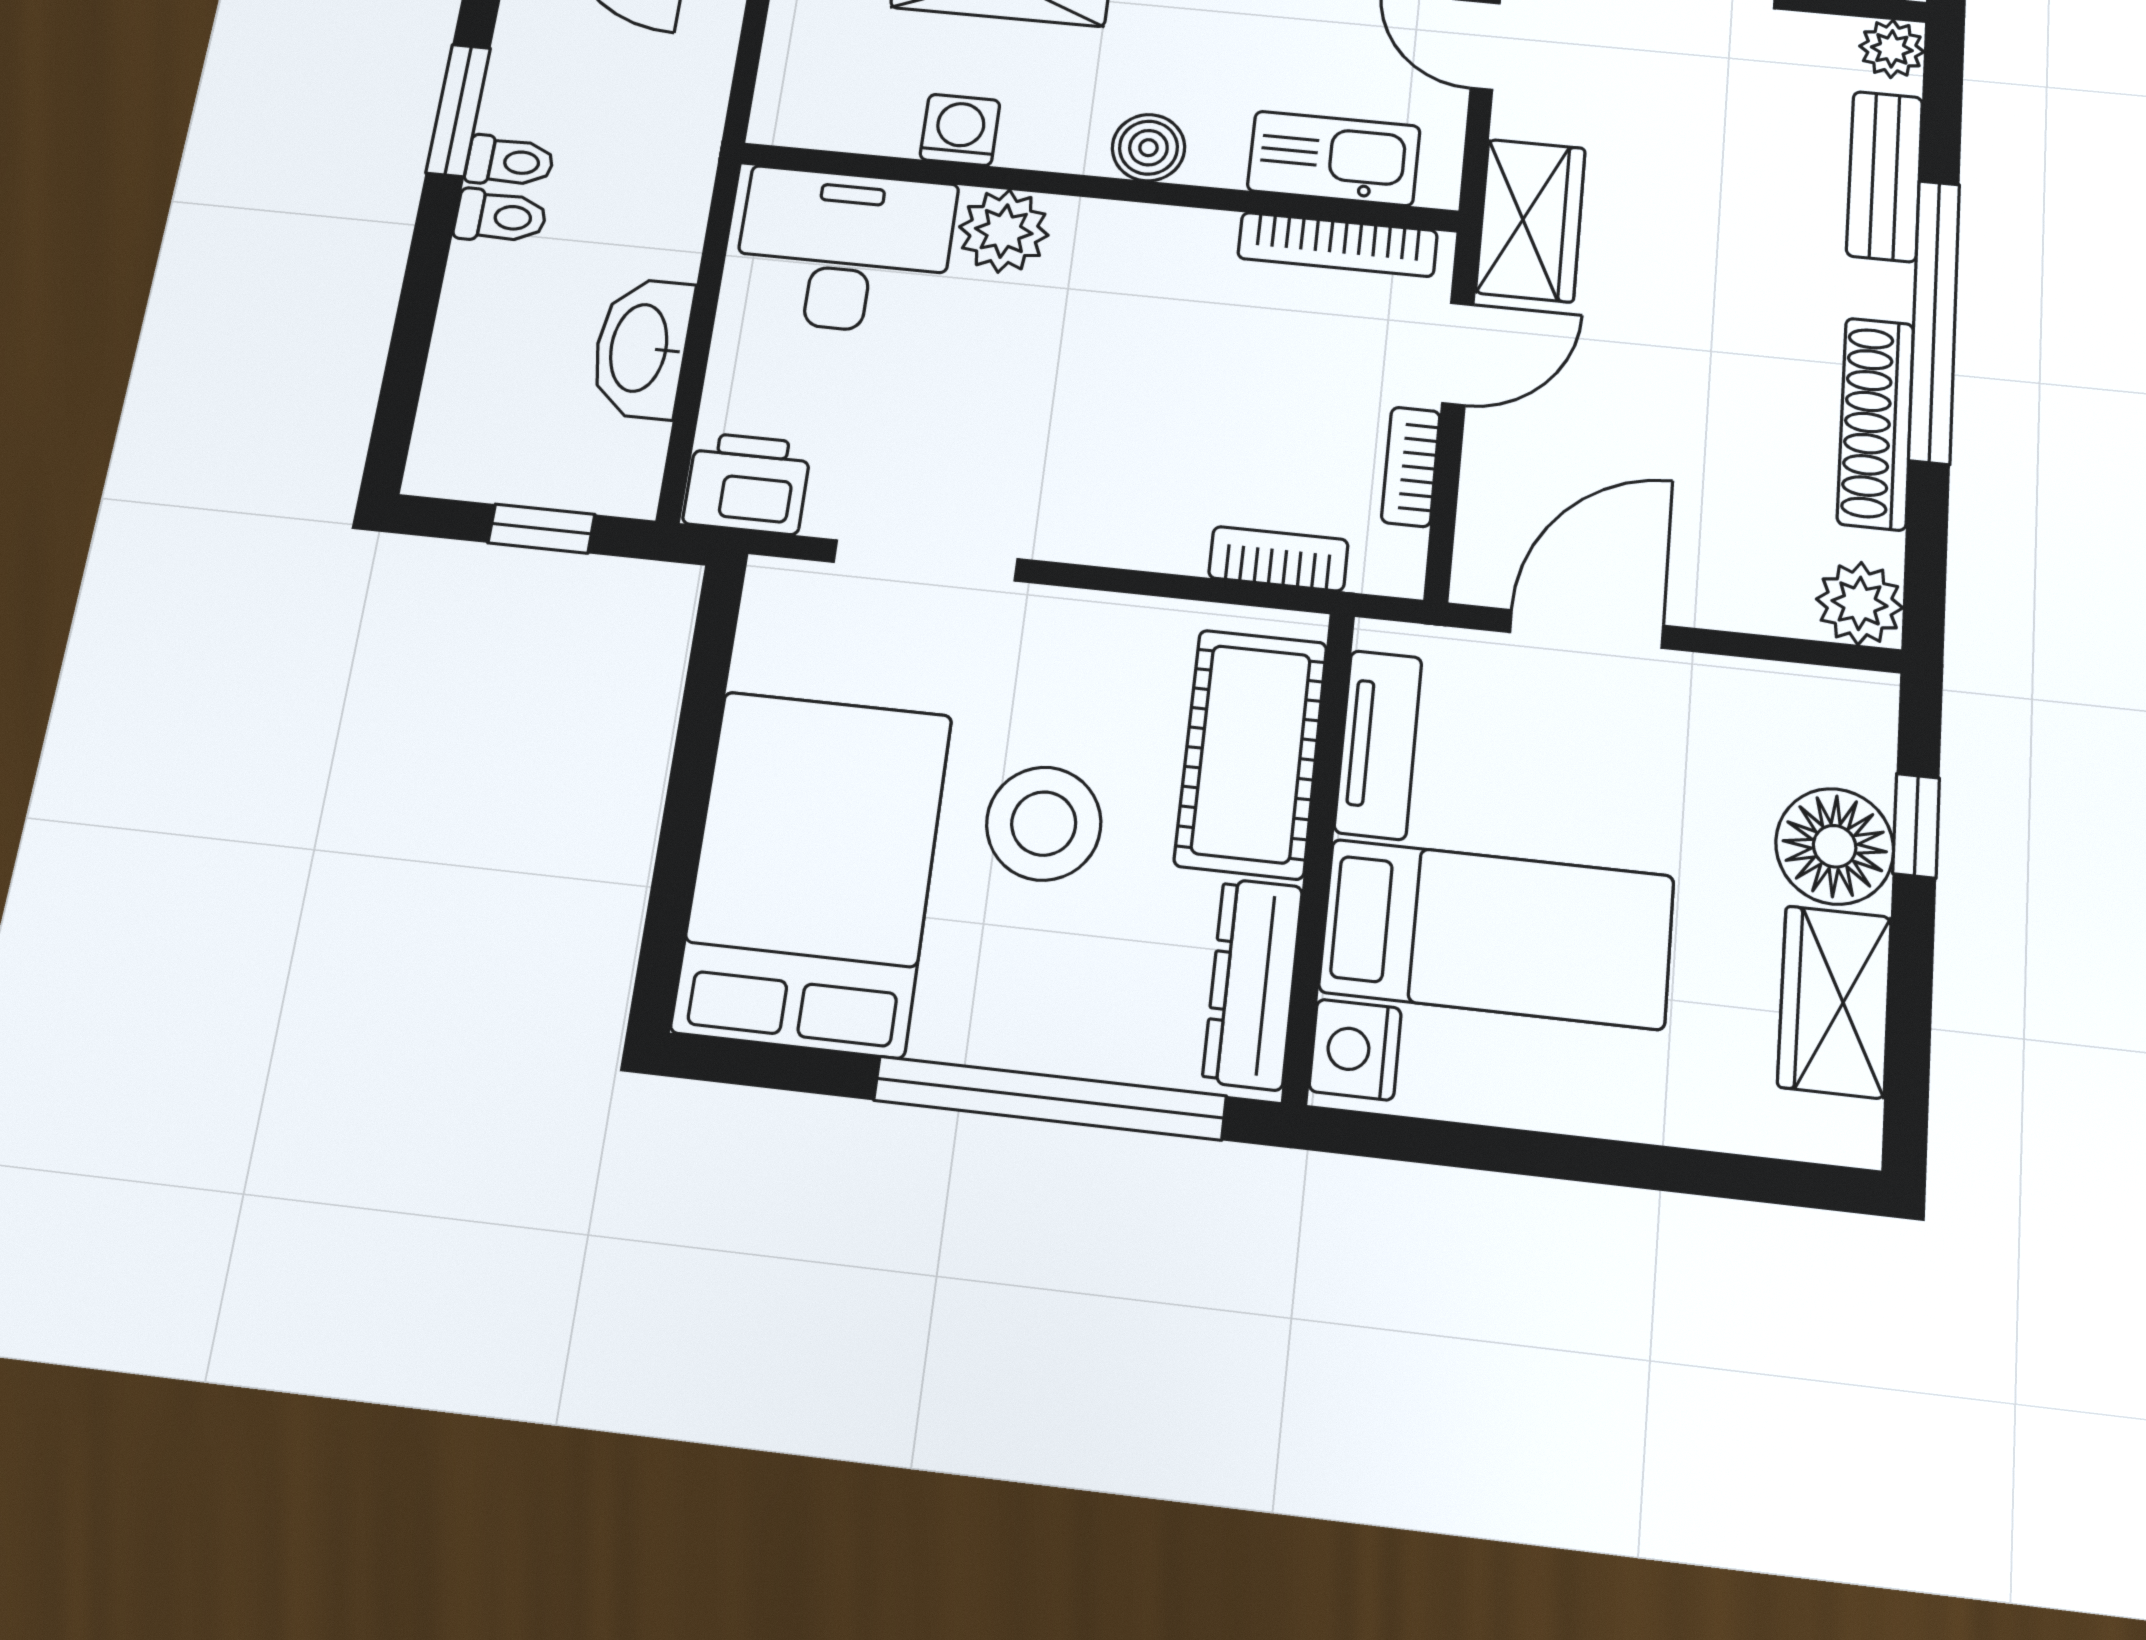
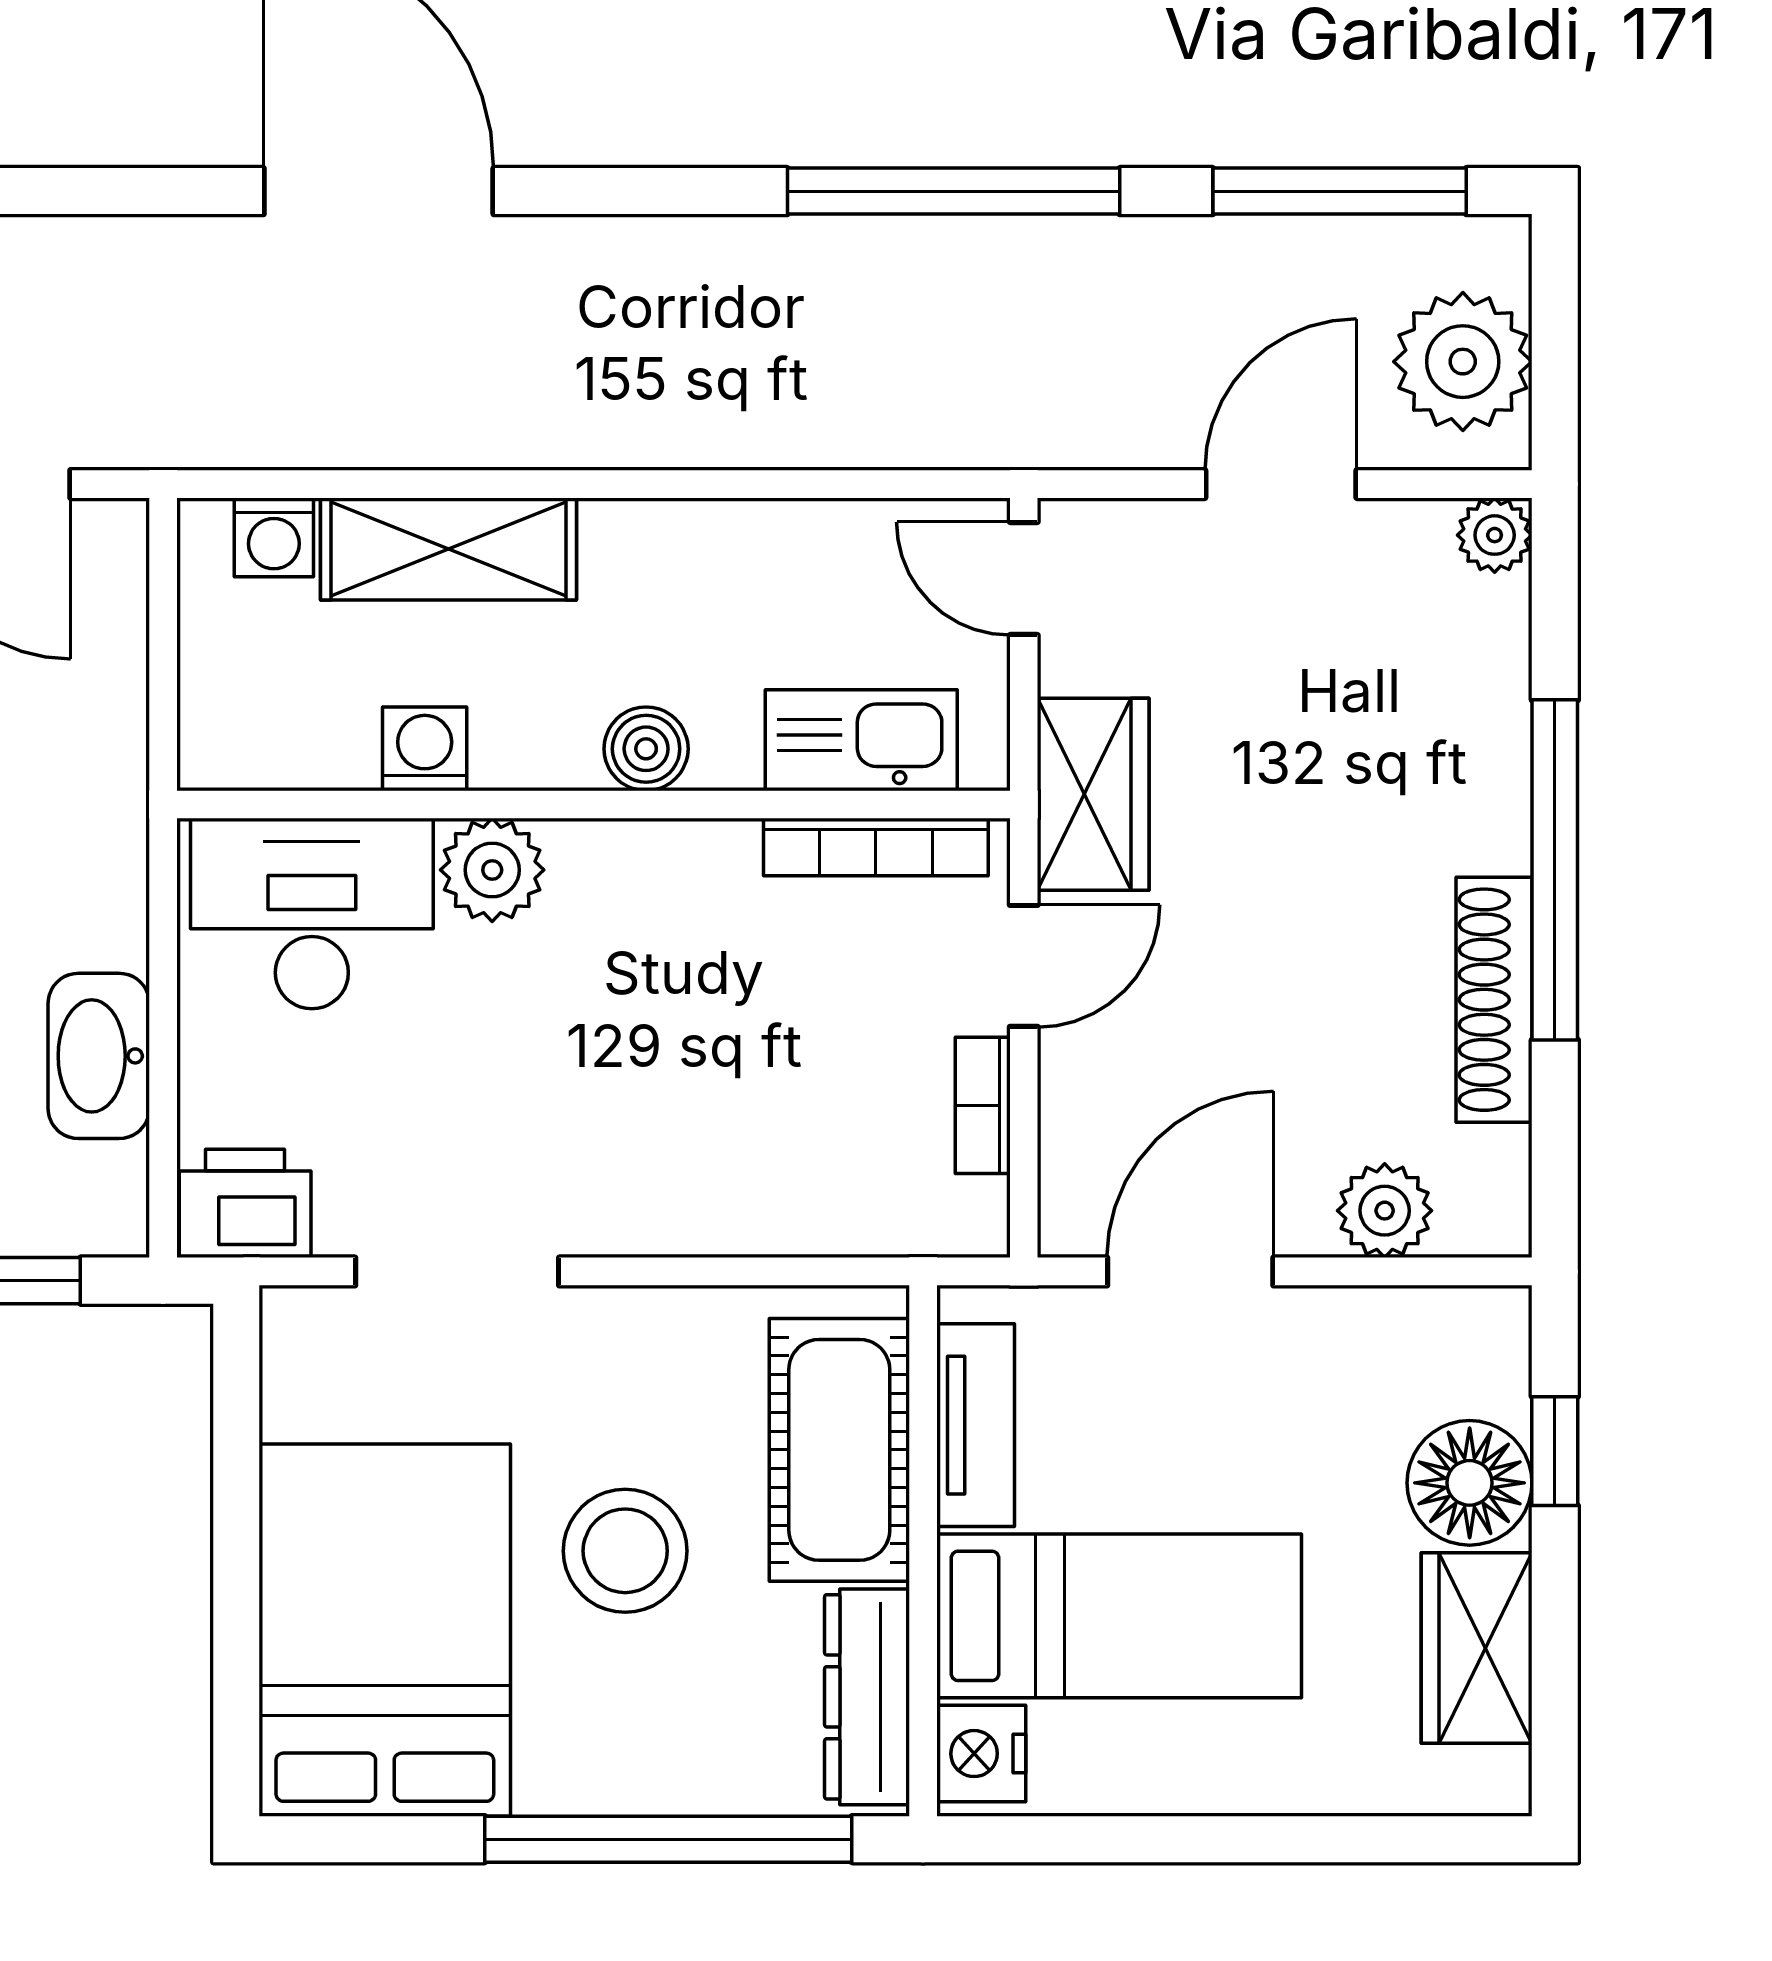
bench: (1885, 176) -> (1492, 698), removed
bookcase: (1278, 559) -> (847, 1228), removed
plant: (1860, 603) -> (1385, 1211), moved

